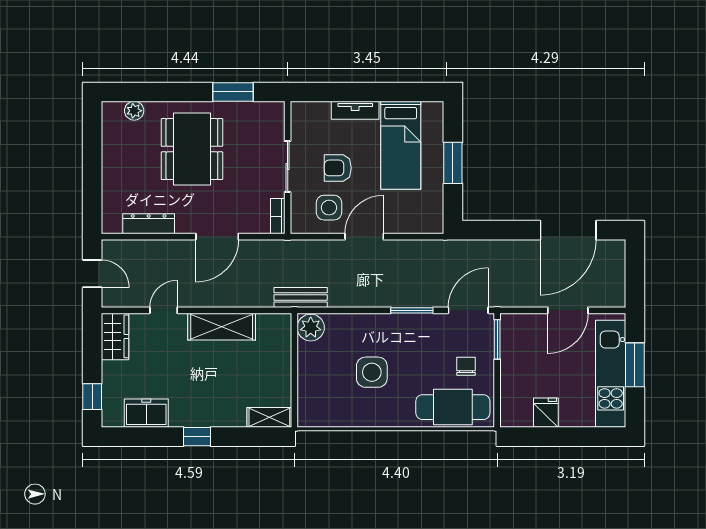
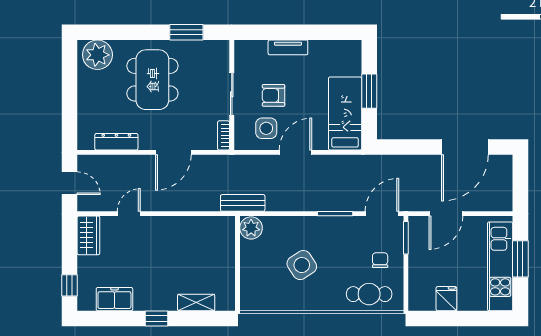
plant: (134, 111) -> (97, 55), width x1.87, depth x1.87
bed: (401, 145) -> (345, 113), moved, turned 180
door: (568, 310) -> (446, 214), moved
shelving: (222, 327) -> (177, 227), removed
side table: (372, 372) -> (302, 265), turned -33
cafe table: (453, 407) -> (369, 294), width x0.73, depth x0.74
shelving: (269, 417) -> (196, 303), moved

